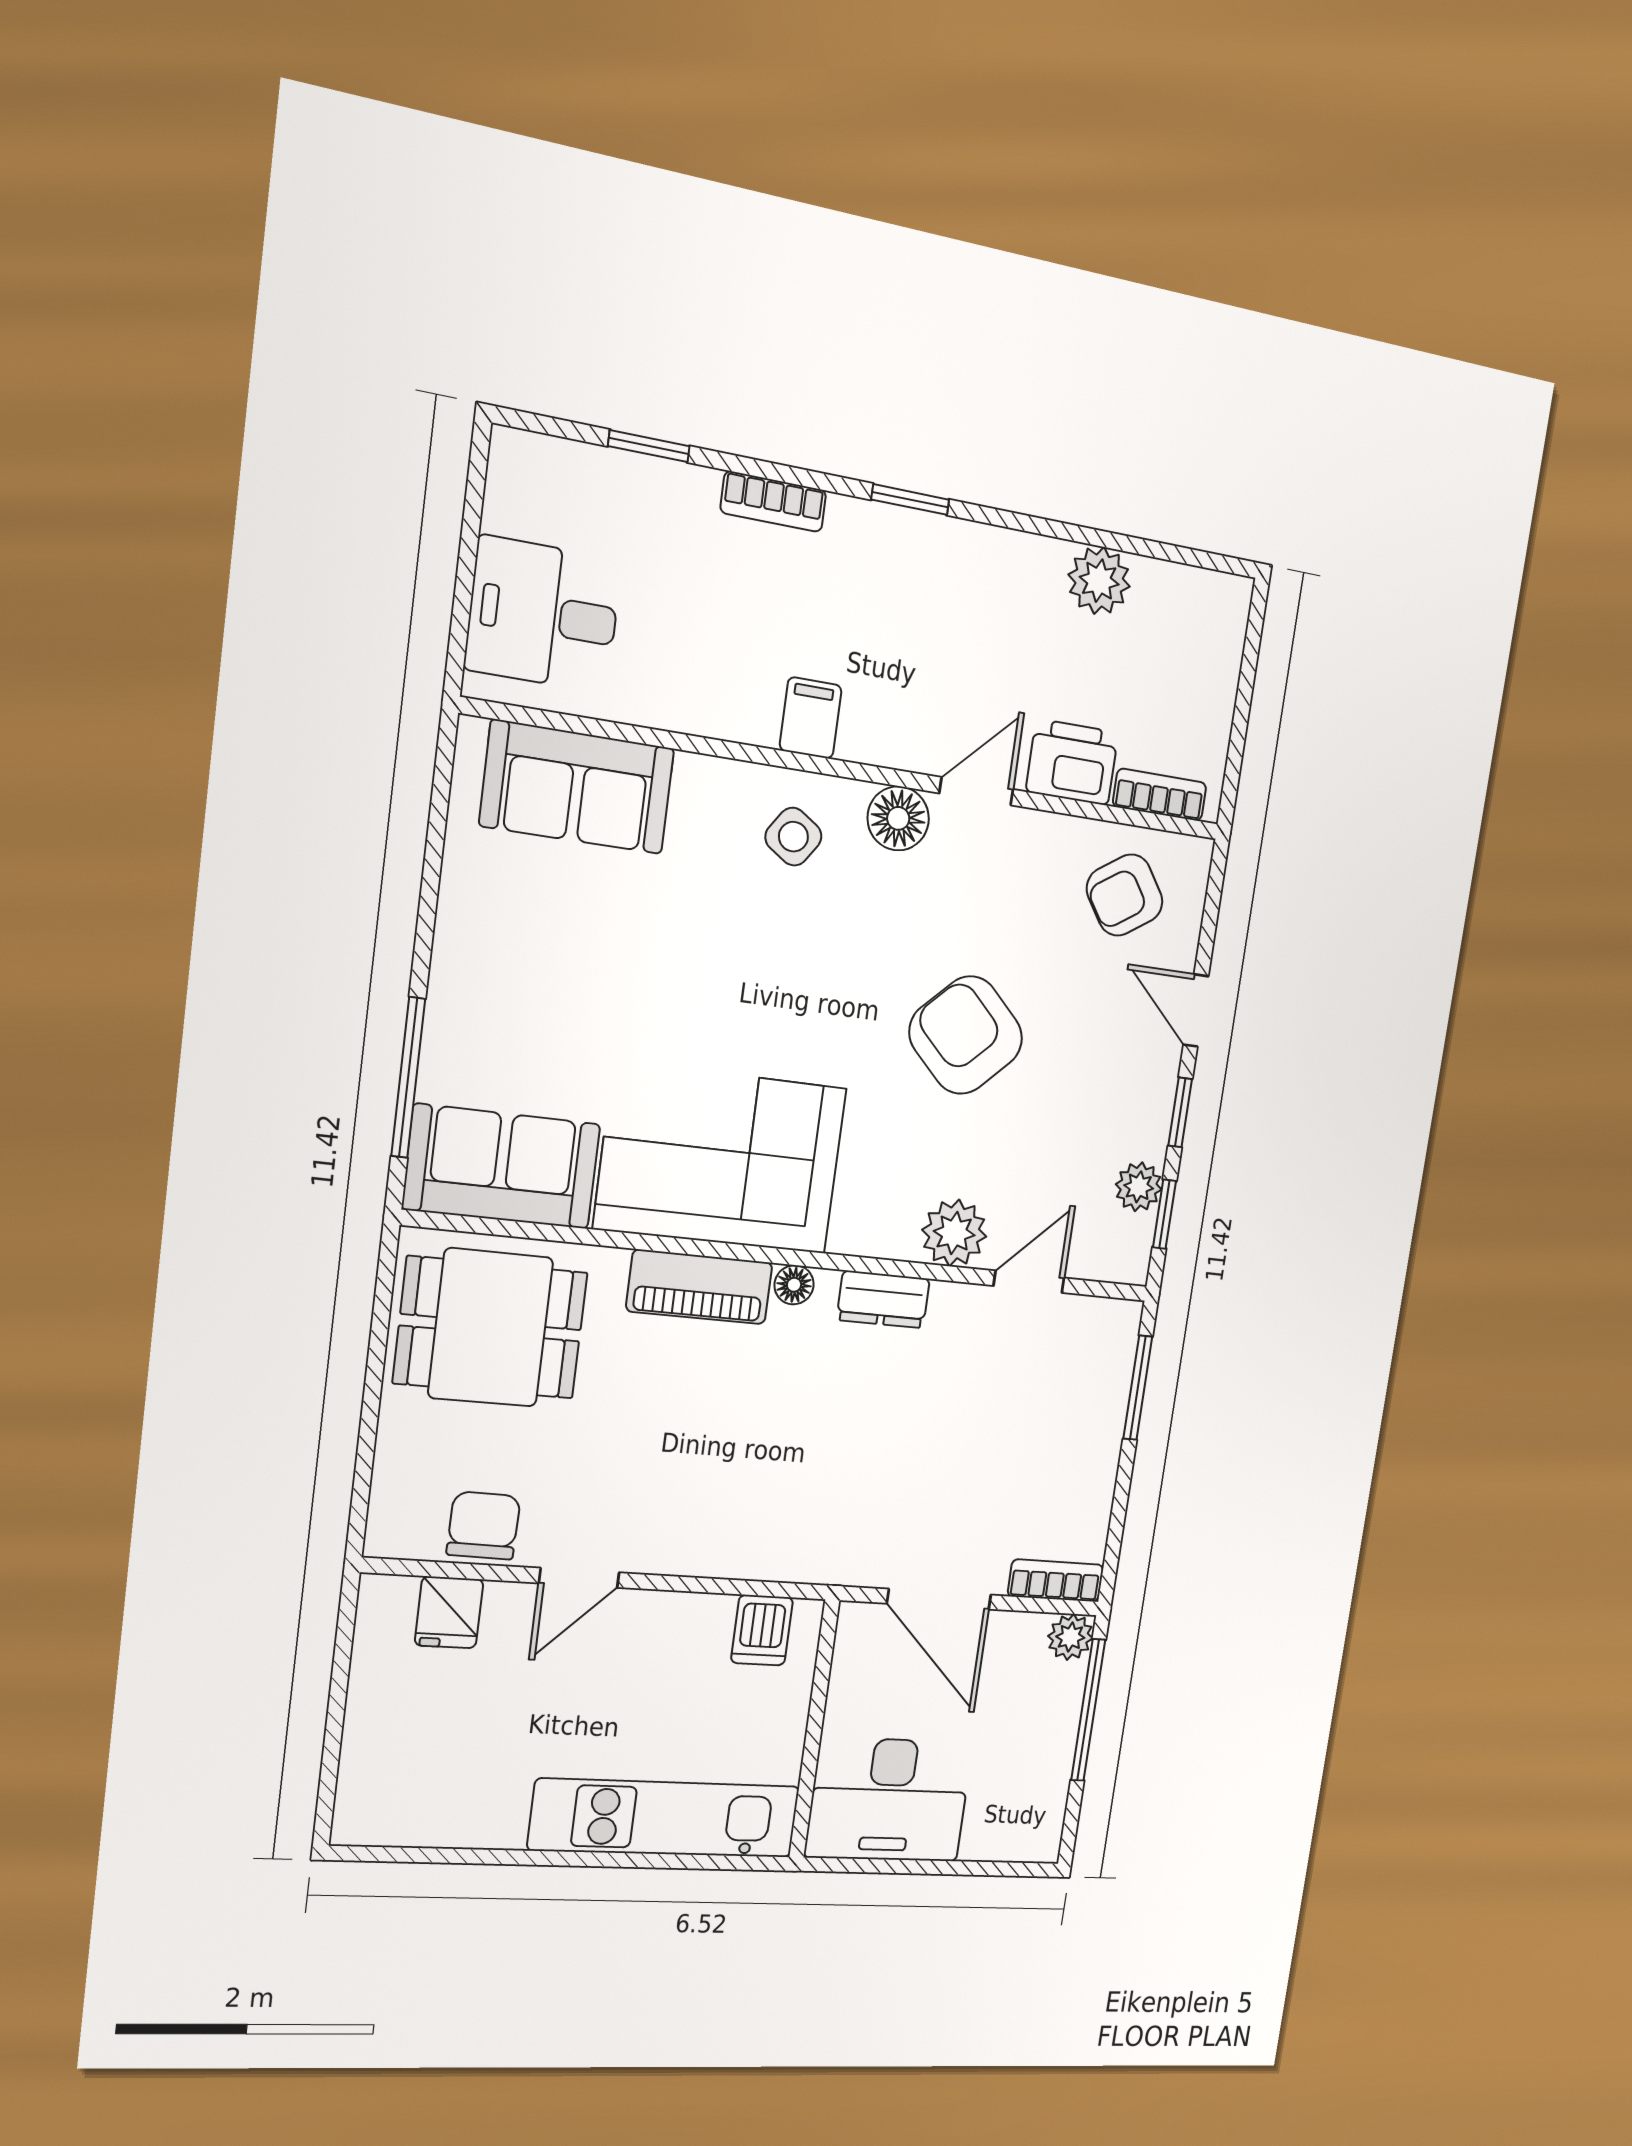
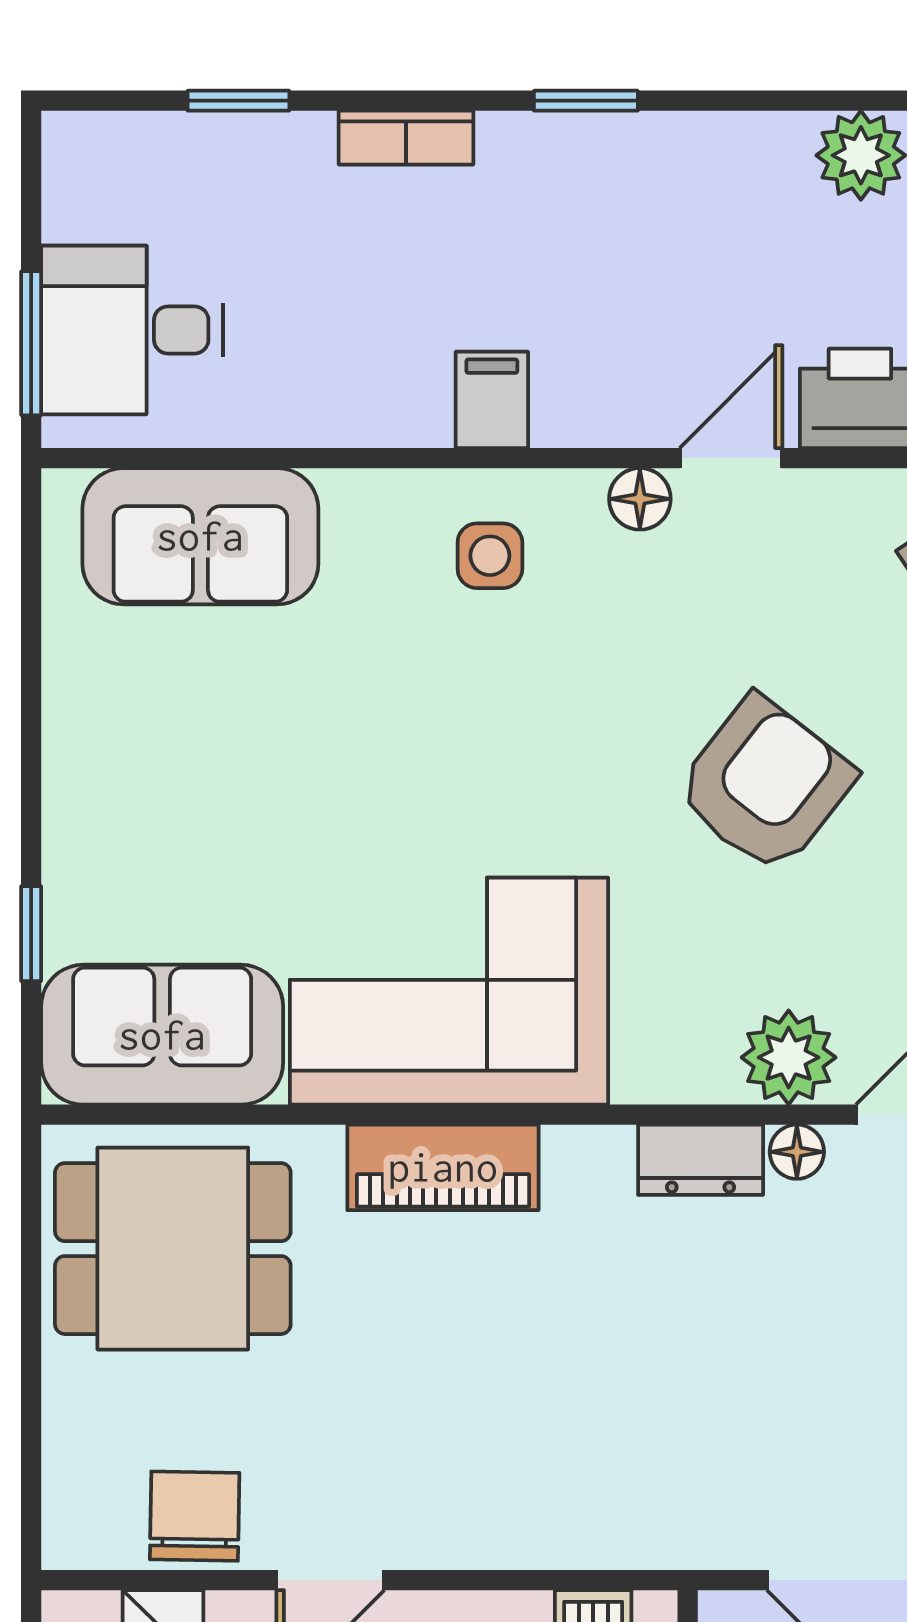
window: (461, 611) -> (31, 343), added
floor lamp: (898, 818) -> (640, 499), width x0.73, depth x0.73
side table: (793, 837) -> (490, 556), turned -34
armchair: (966, 1035) -> (765, 785), turned 83
window: (408, 1078) -> (31, 934), width x0.46
floor lamp: (794, 1285) -> (797, 1152), moved

